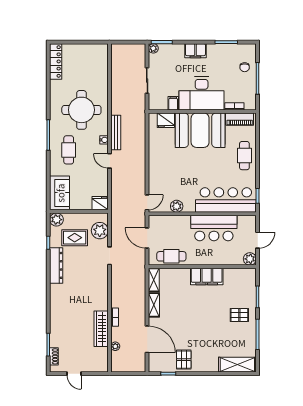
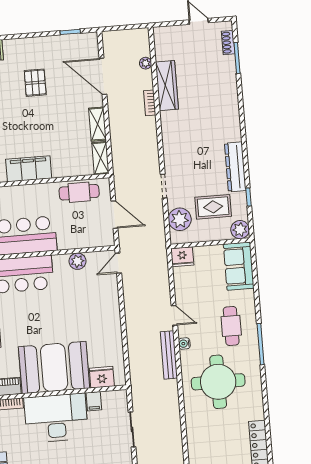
pallet: (184, 360) -> (35, 83), moved

